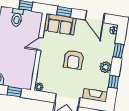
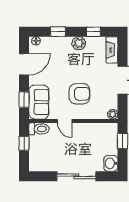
toilet: (17, 18) -> (39, 129), moved
armchair: (74, 60) -> (80, 94), moved

